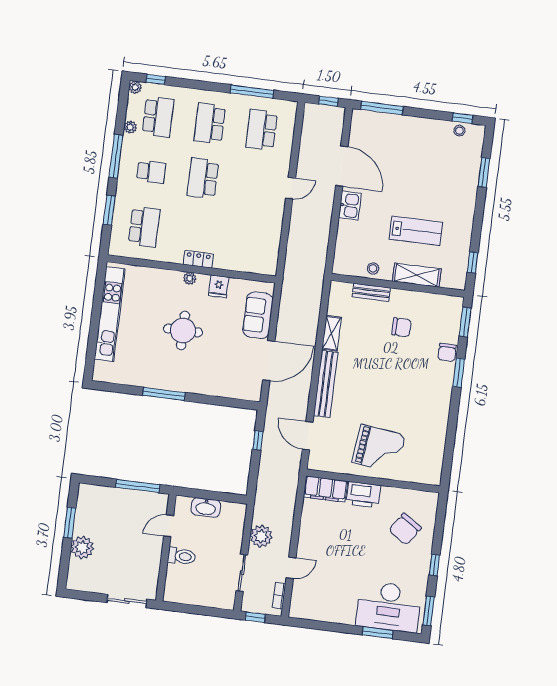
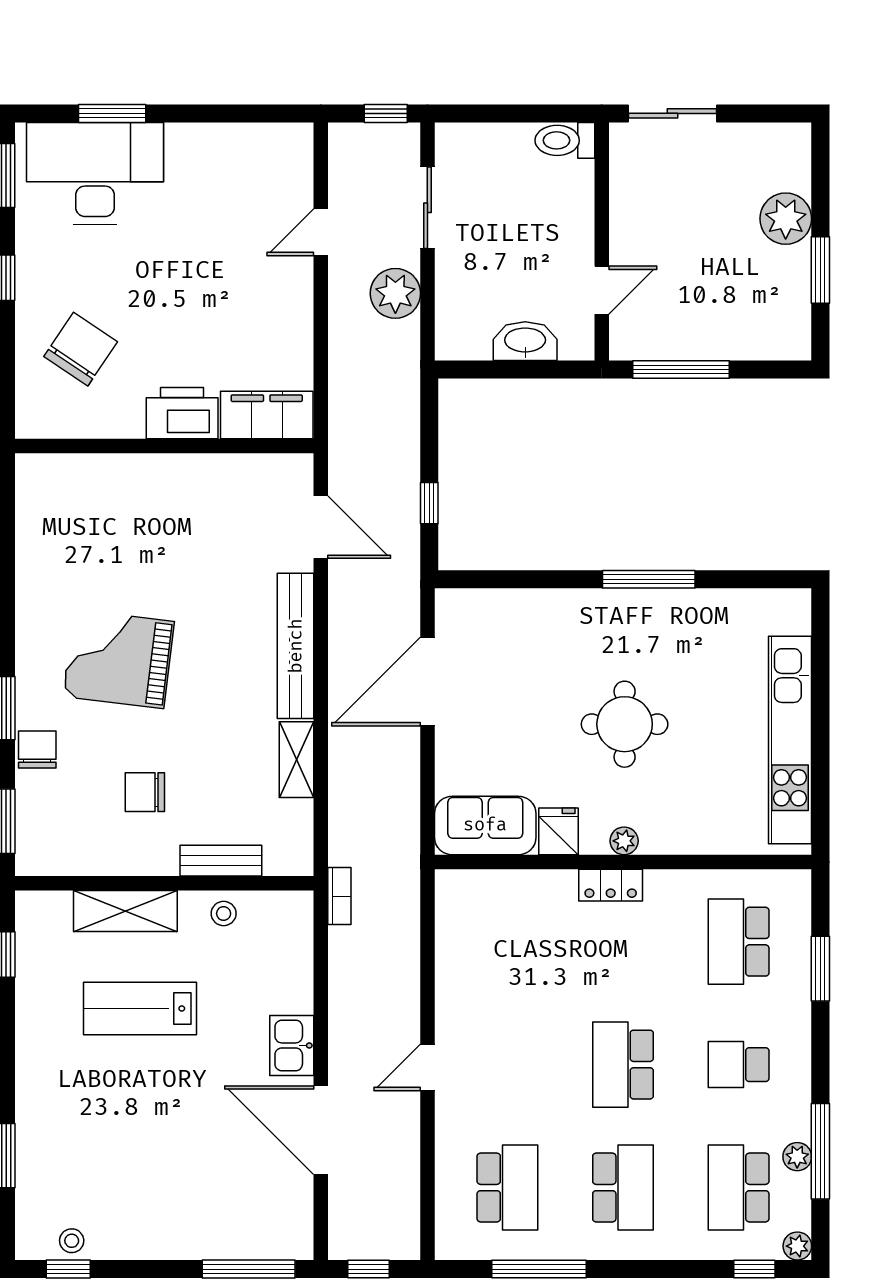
window: (116, 156) -> (820, 1151), moved
school desk: (203, 178) -> (623, 1065), turned 180
sofa: (258, 315) -> (485, 825), moved, turned -90
grand piano: (379, 449) -> (118, 659), moved
toilet: (182, 556) -> (565, 140), moved
bookcase: (279, 596) -> (339, 896), moved

